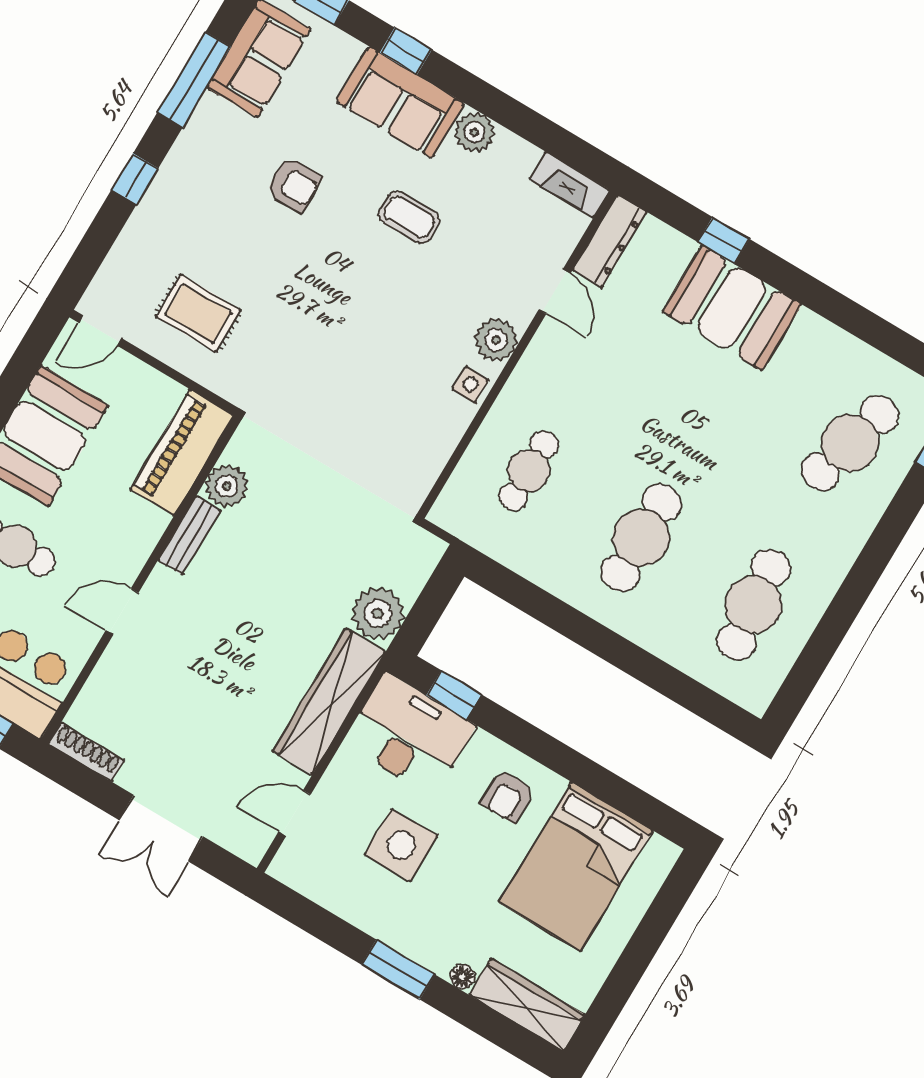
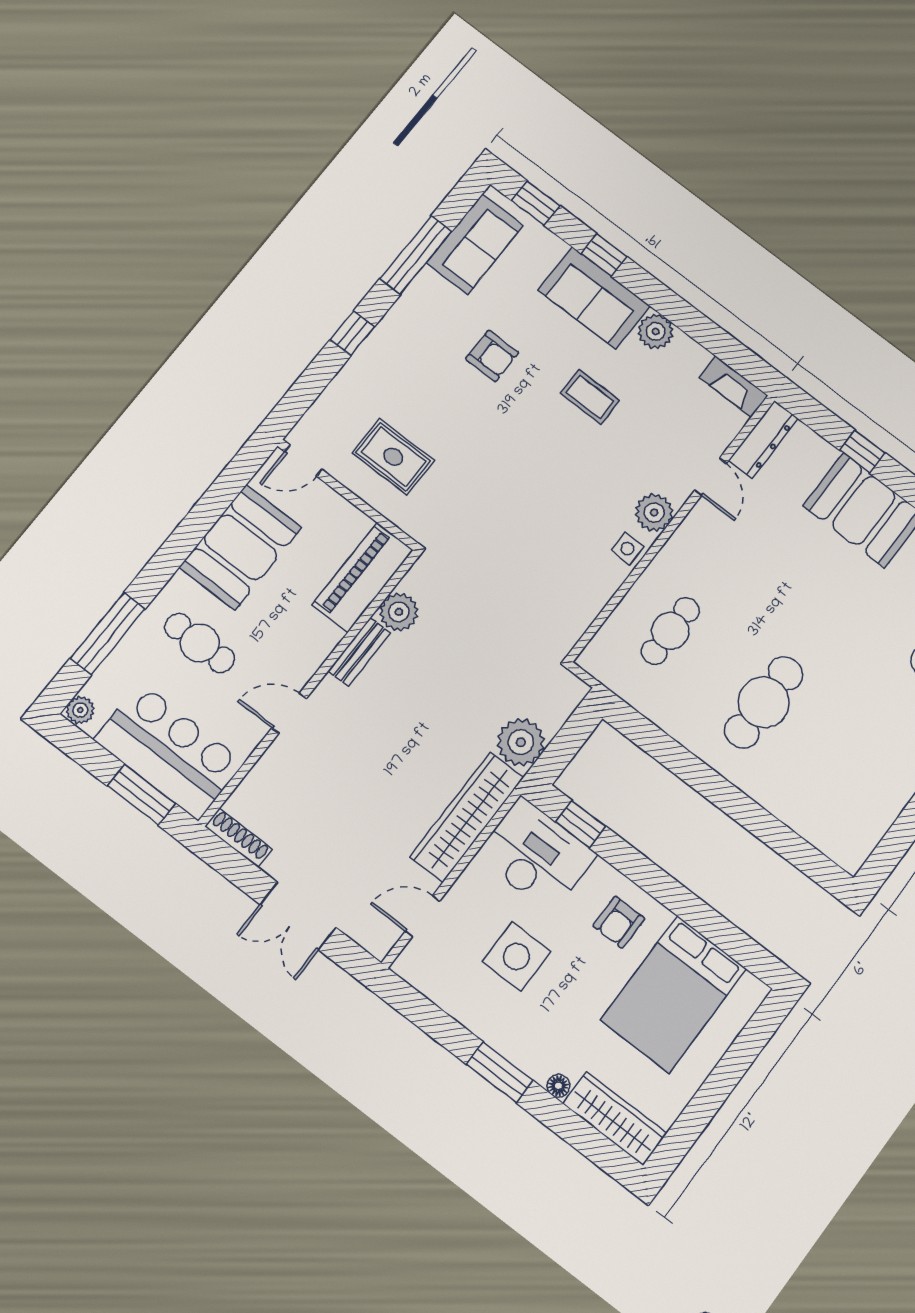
cafe table: (753, 605) -> (857, 774), removed

